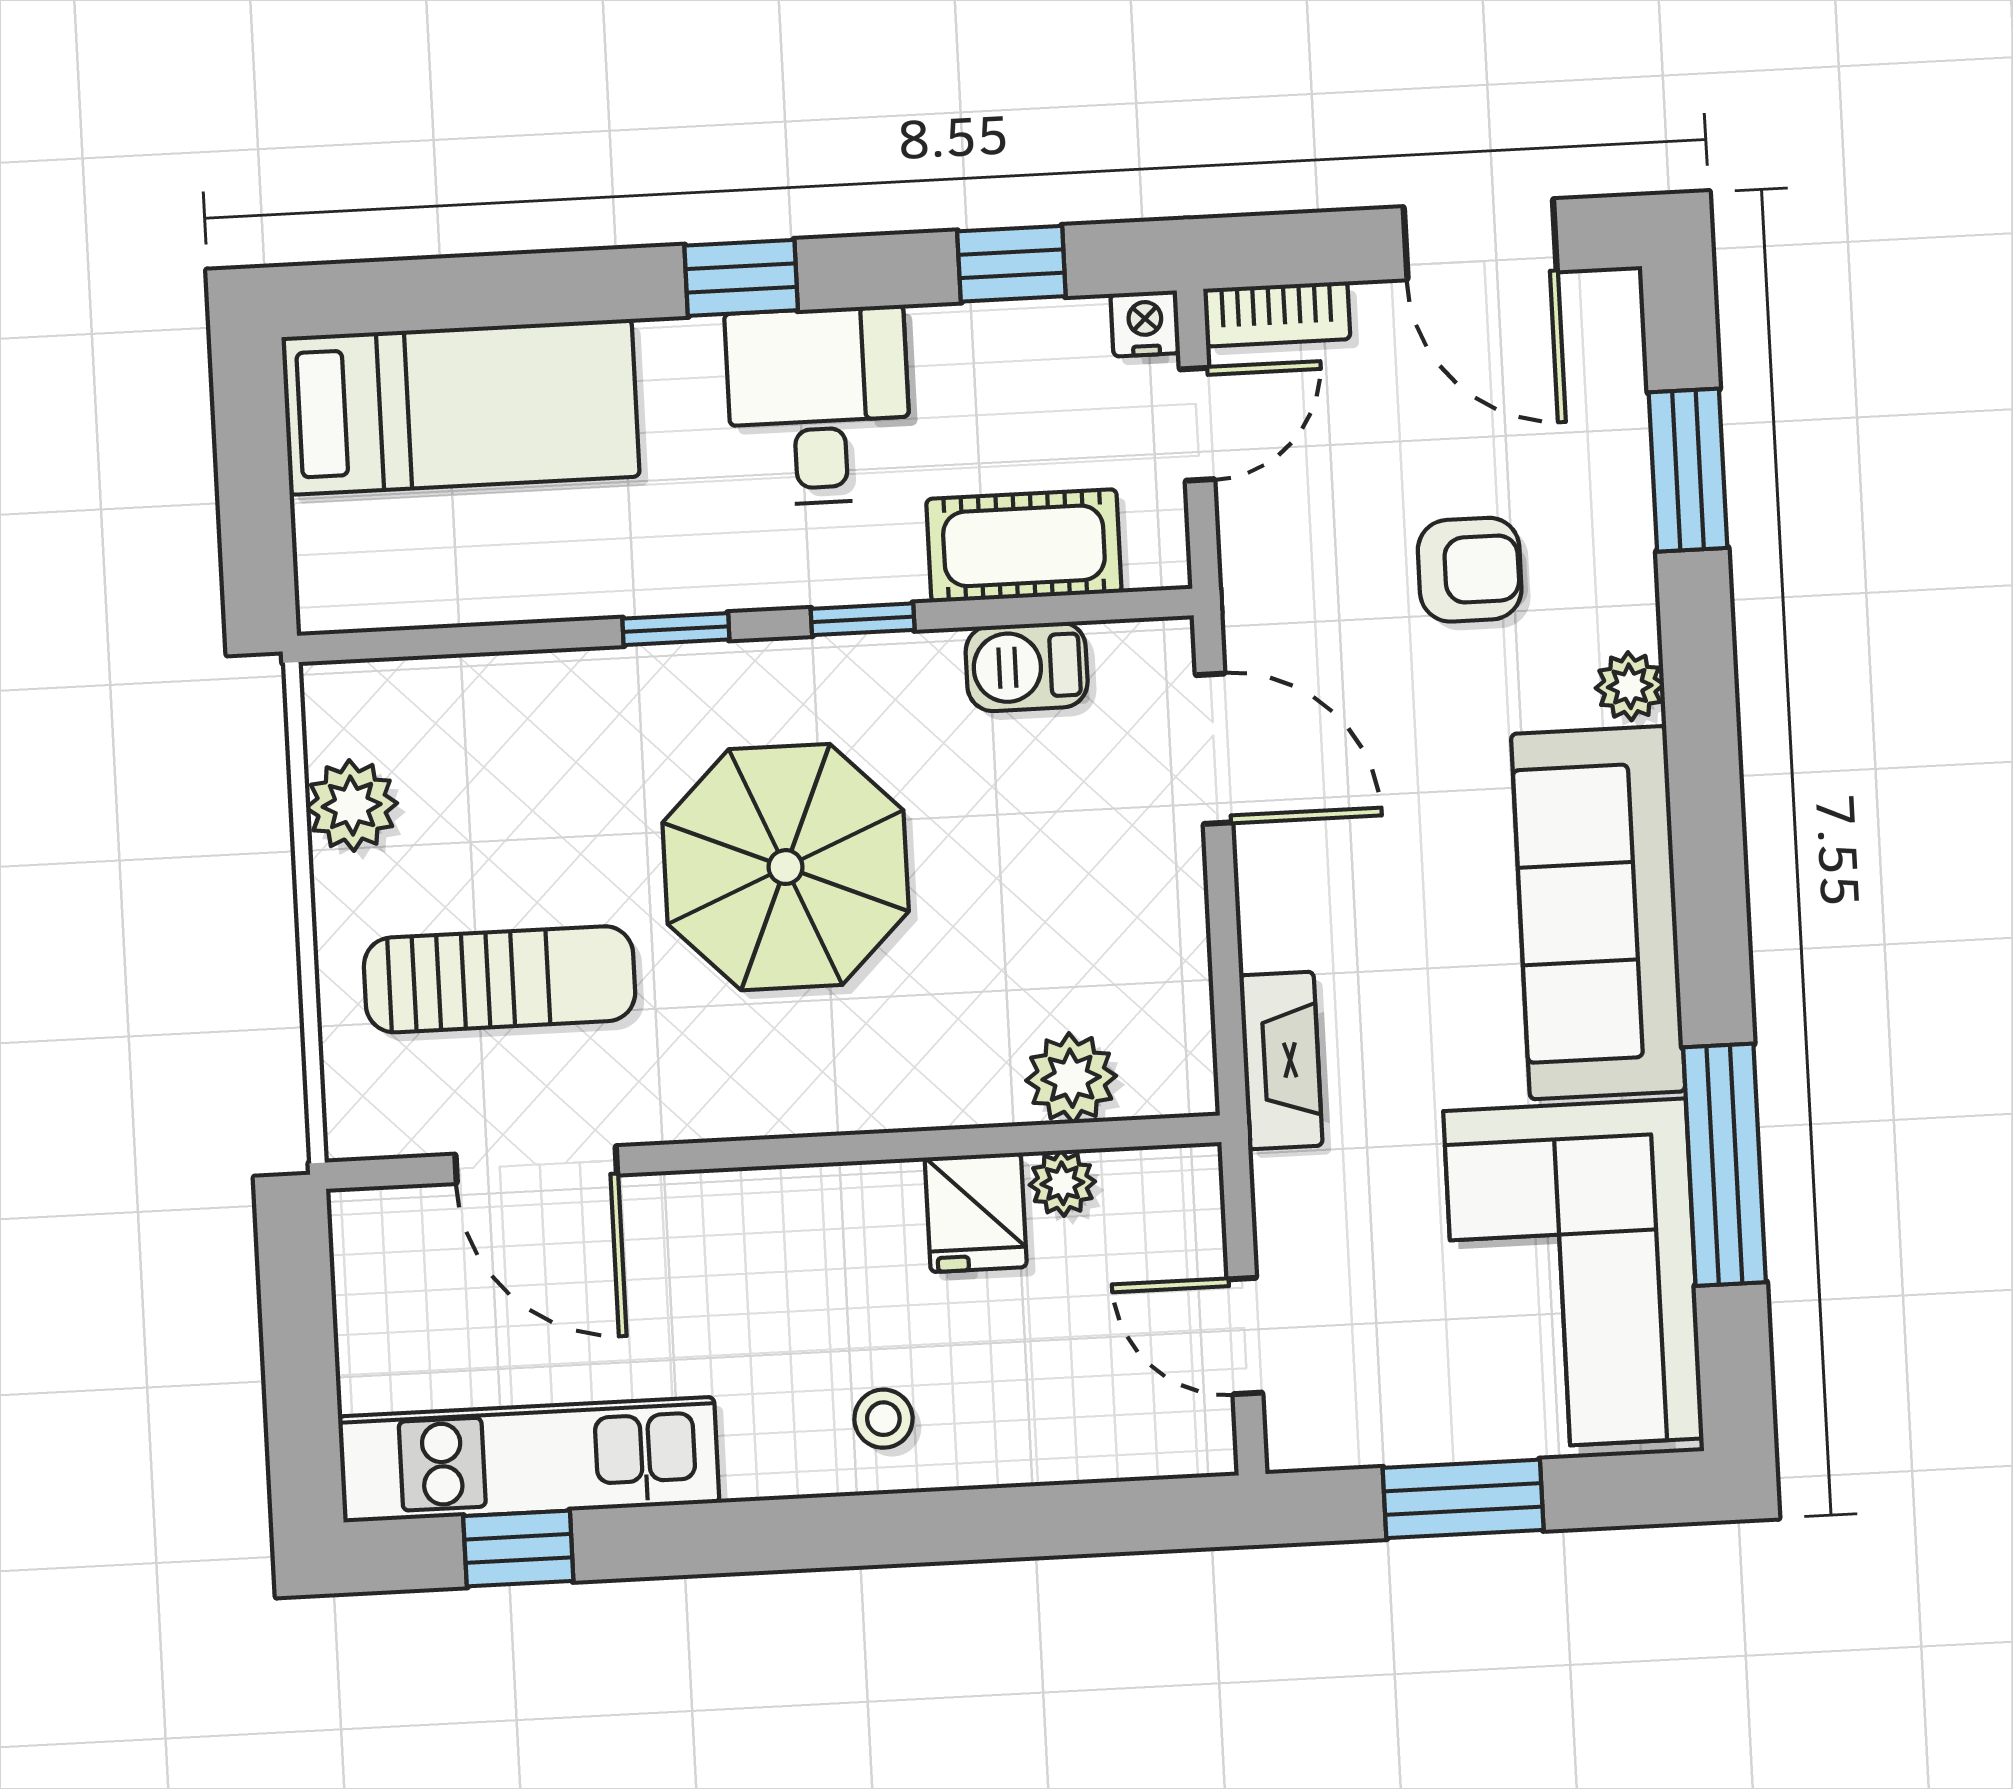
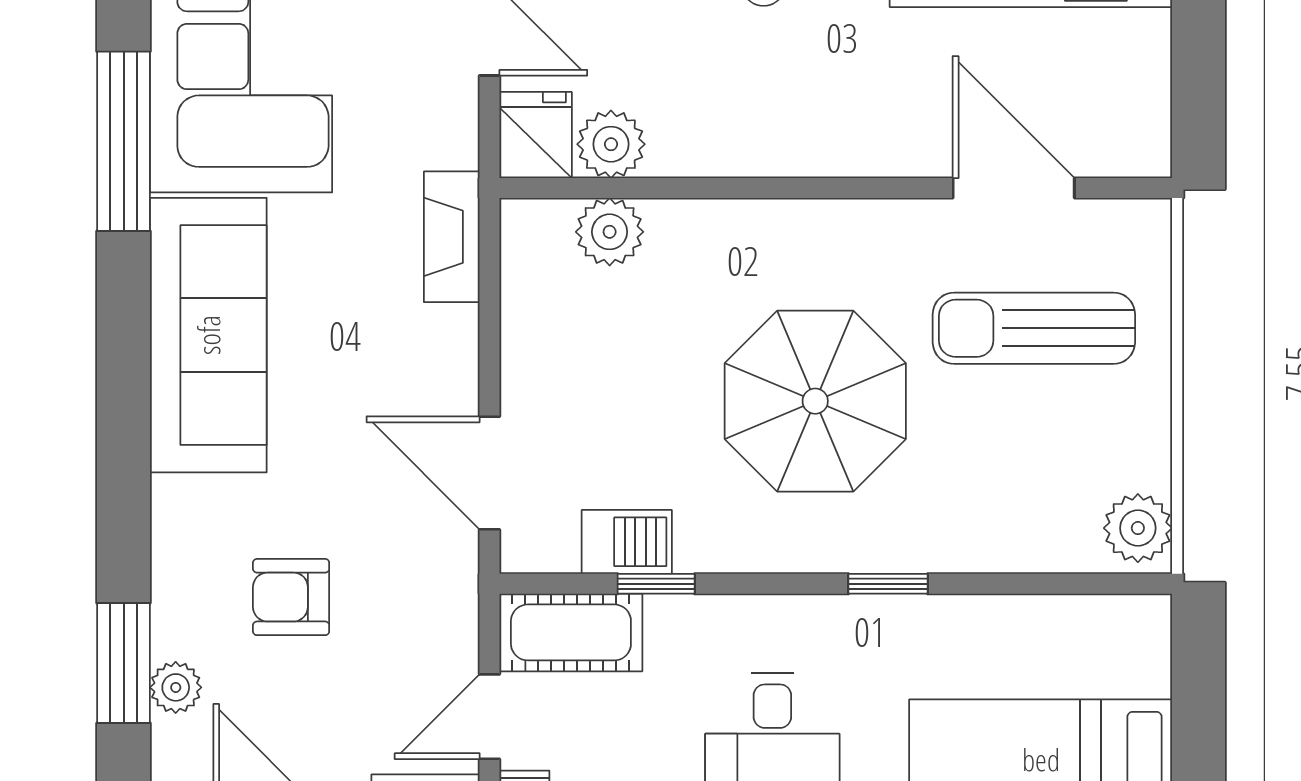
cot: (1024, 546) -> (571, 632), moved
window: (863, 619) -> (656, 584), moved
plant: (1630, 686) -> (176, 687), moved
plant: (352, 805) -> (1138, 528), moved
plant: (1062, 1183) -> (611, 144), width x1.38, depth x1.38
fridge: (976, 1212) -> (536, 135), moved

